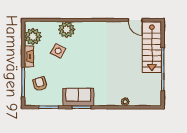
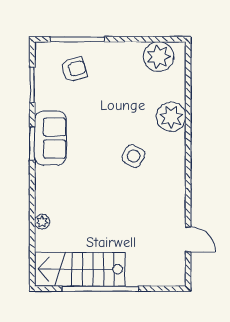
door: (135, 20) -> (188, 239), swing flipped
stairs: (152, 47) -> (80, 269), moved
side table: (58, 51) -> (133, 156), moved
fireplace: (29, 56) -> (123, 50), removed

